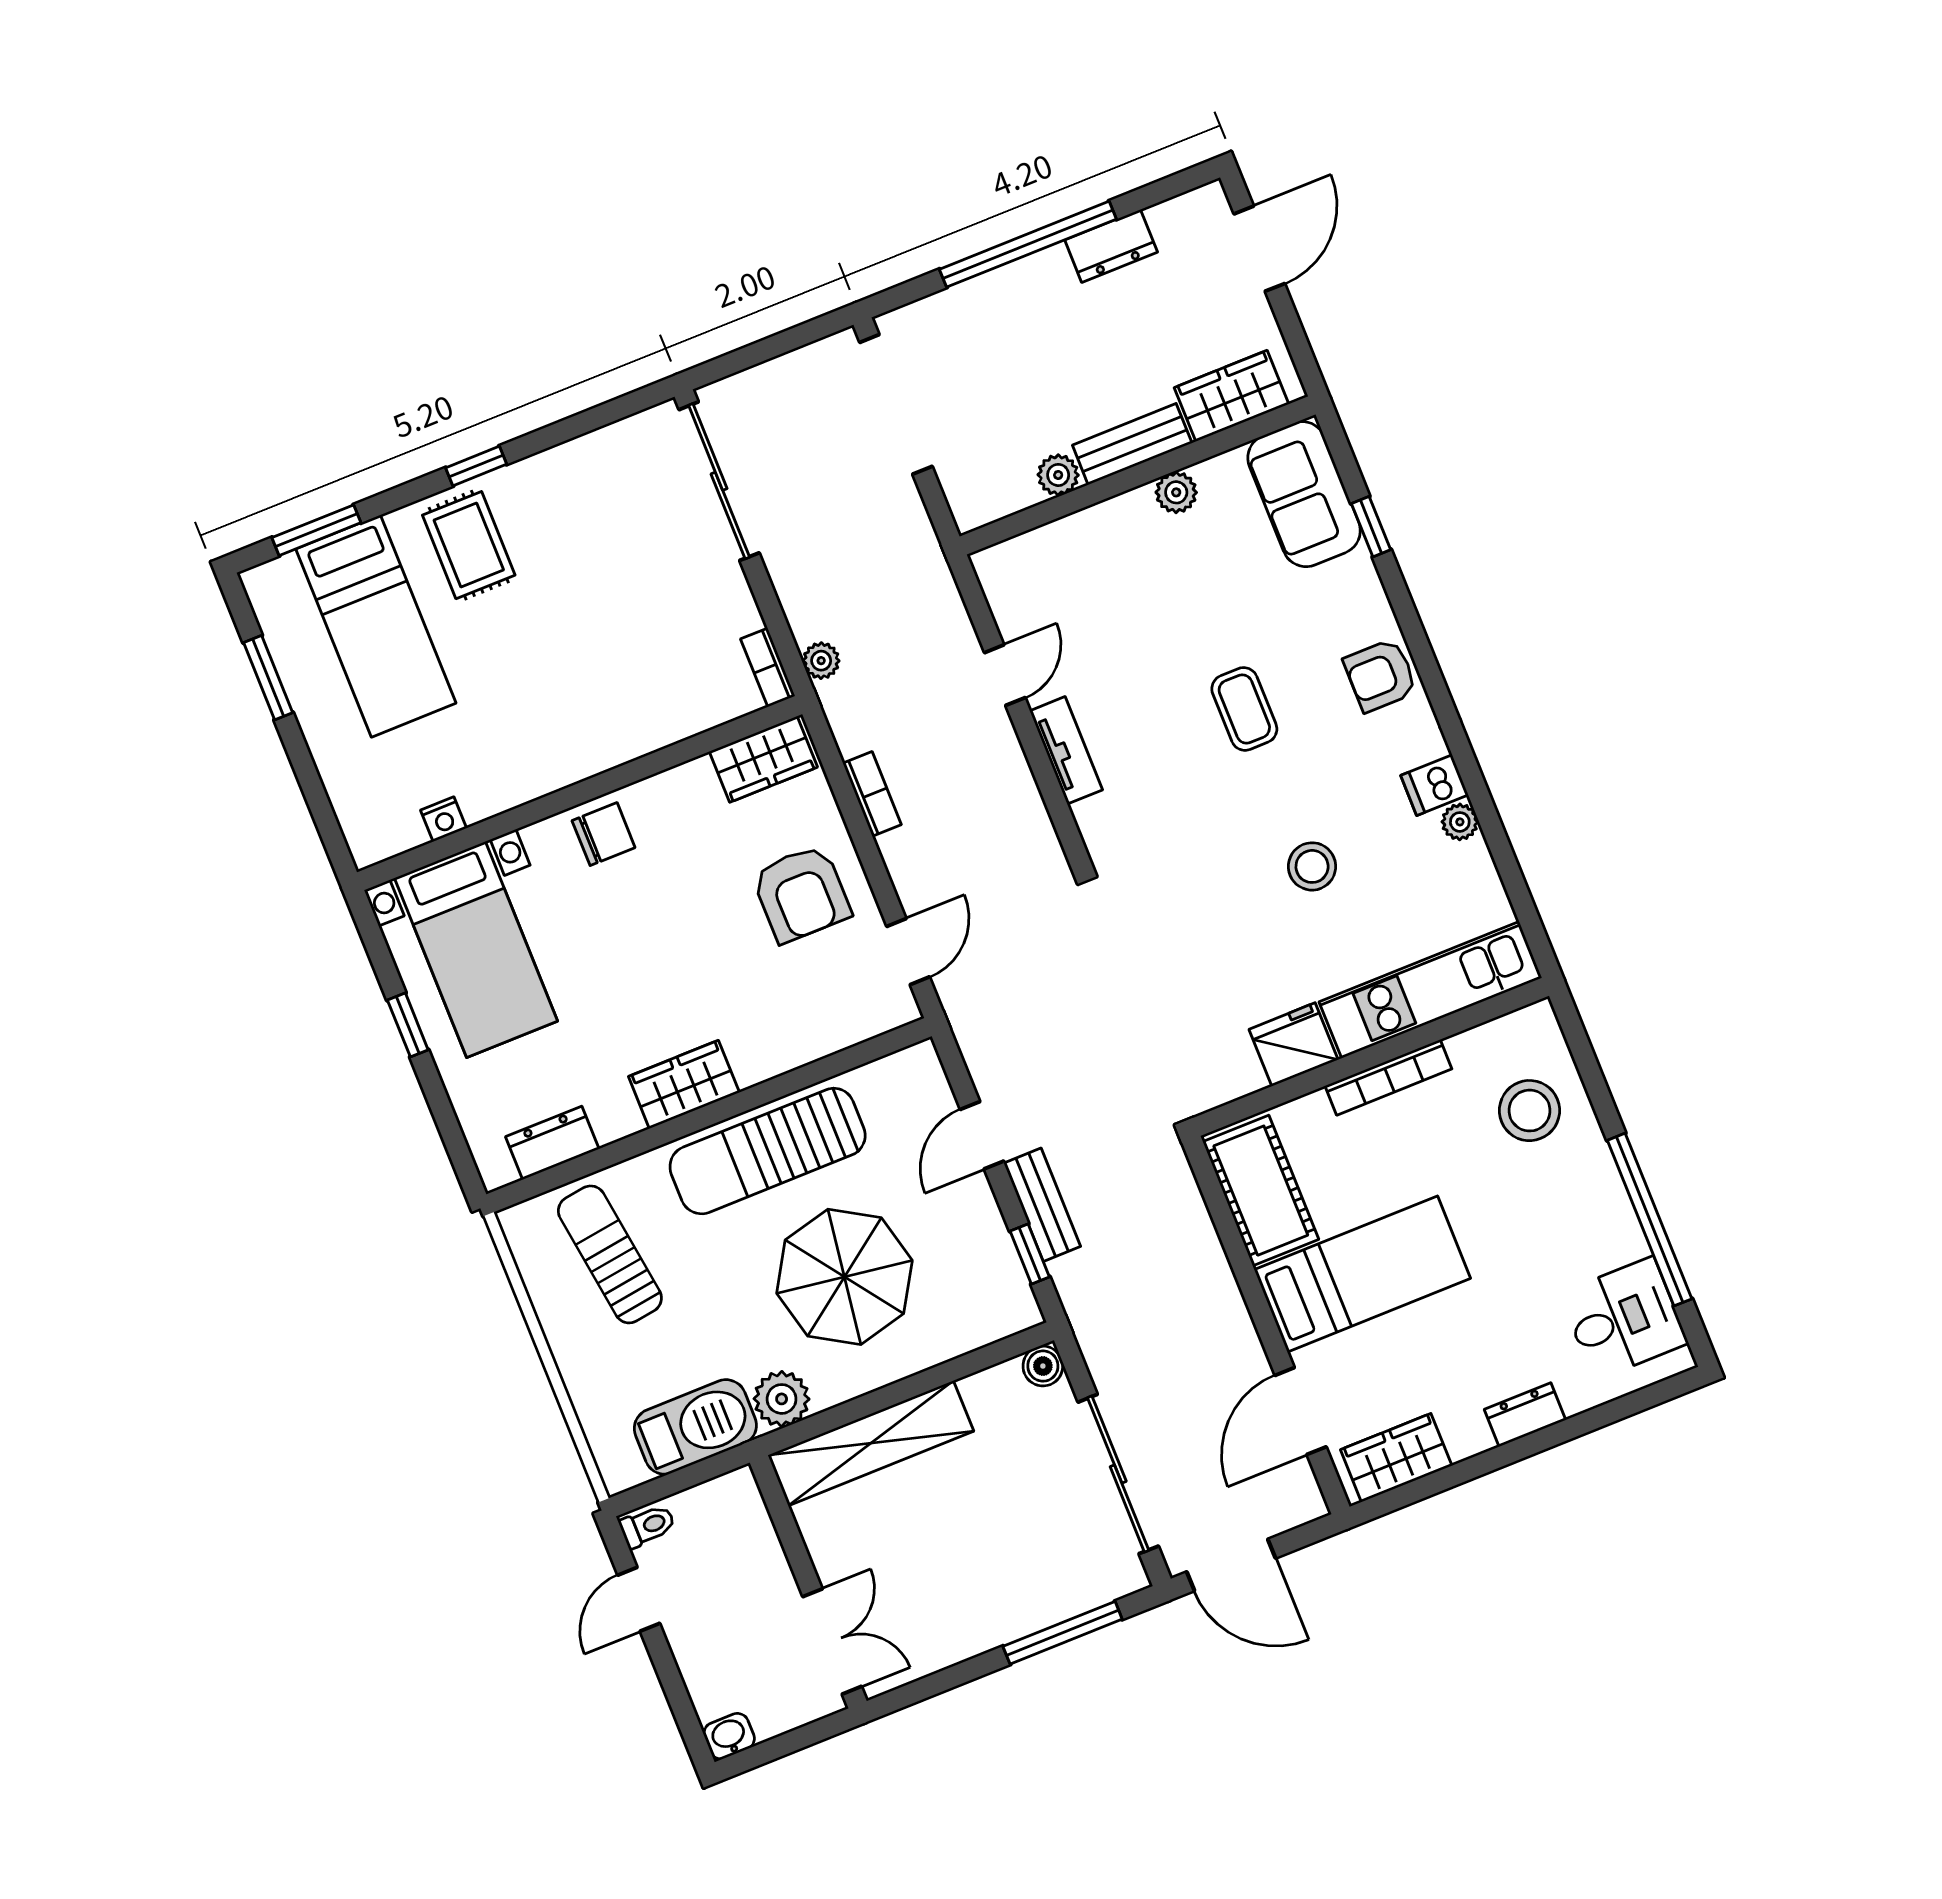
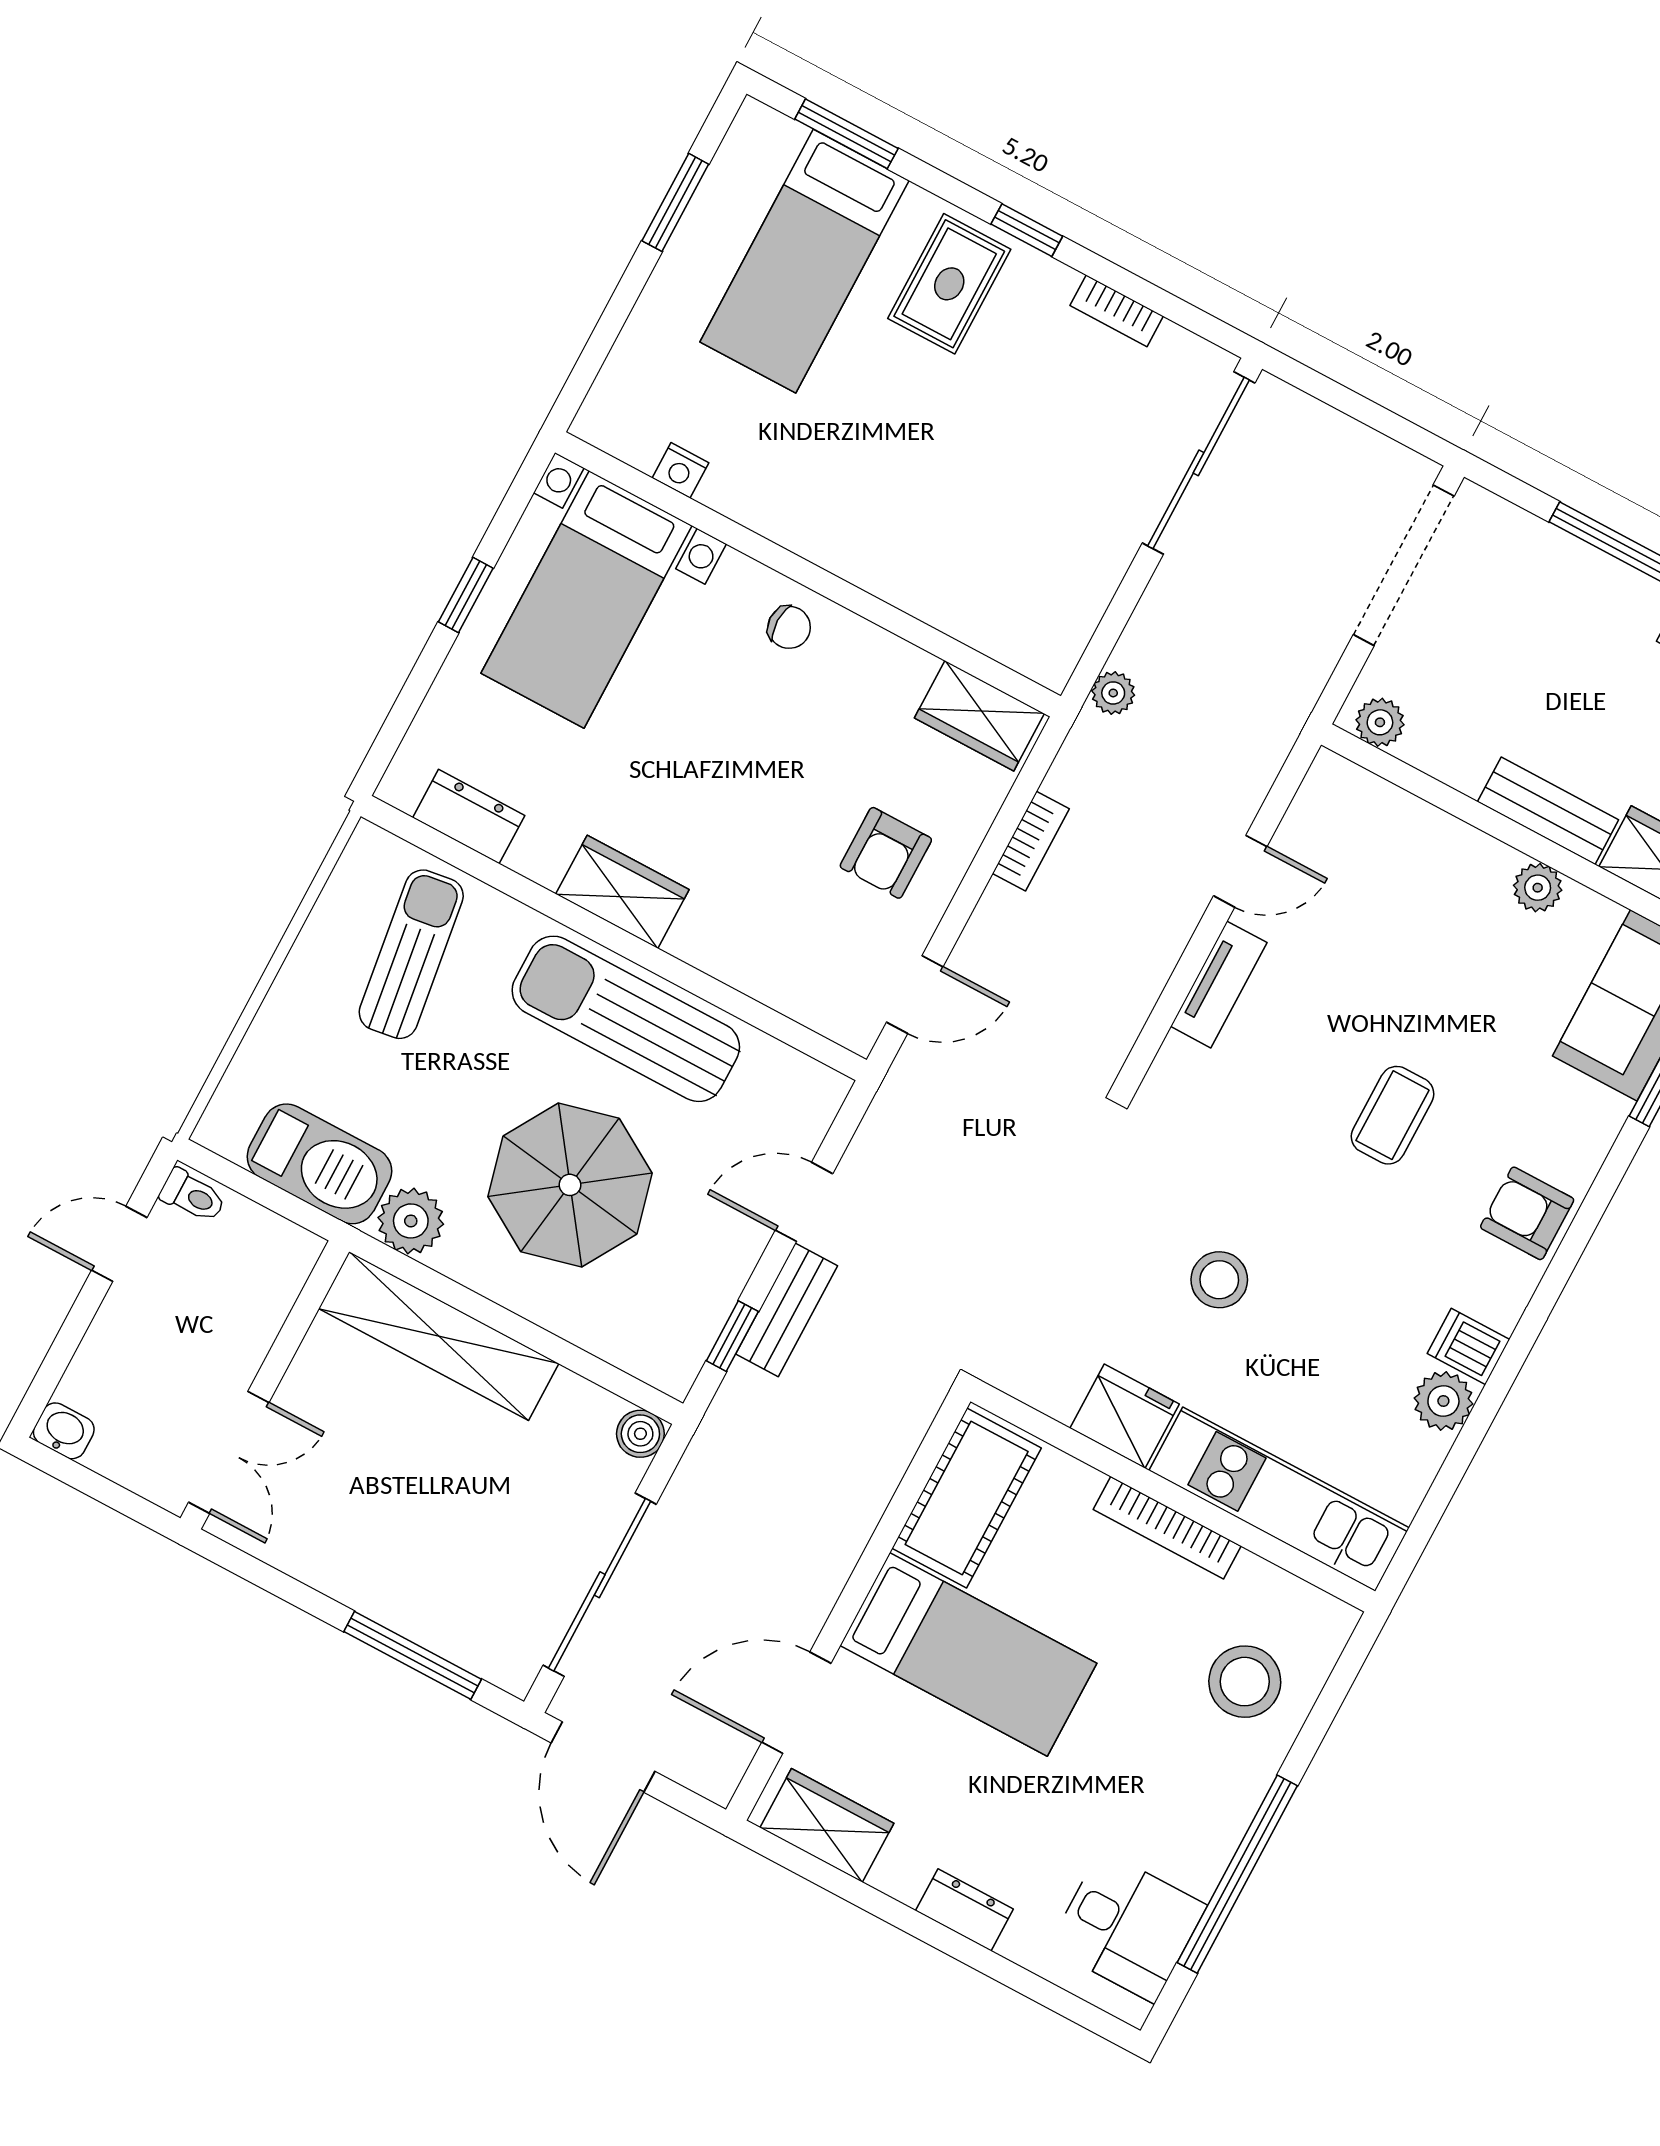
plant: (1058, 475) -> (1380, 722), moved
bookcase: (768, 668) -> (1117, 311), moved, turned -90
plant: (1460, 822) -> (1443, 1401), width x1.38, depth x1.38
chair: (604, 834) -> (789, 627), width x0.73, depth x0.73
stool: (1312, 866) -> (1219, 1280), moved
armchair: (801, 894) -> (886, 853), width x0.72, depth x0.72

